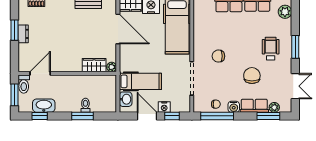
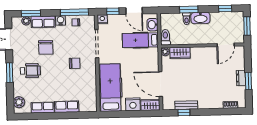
wheelchair: (271, 49) -> (30, 71), turned -90
toilet: (24, 84) -> (165, 37), moved
washbasin: (44, 106) -> (200, 18), moved
nightstand: (164, 107) -> (102, 19), moved

